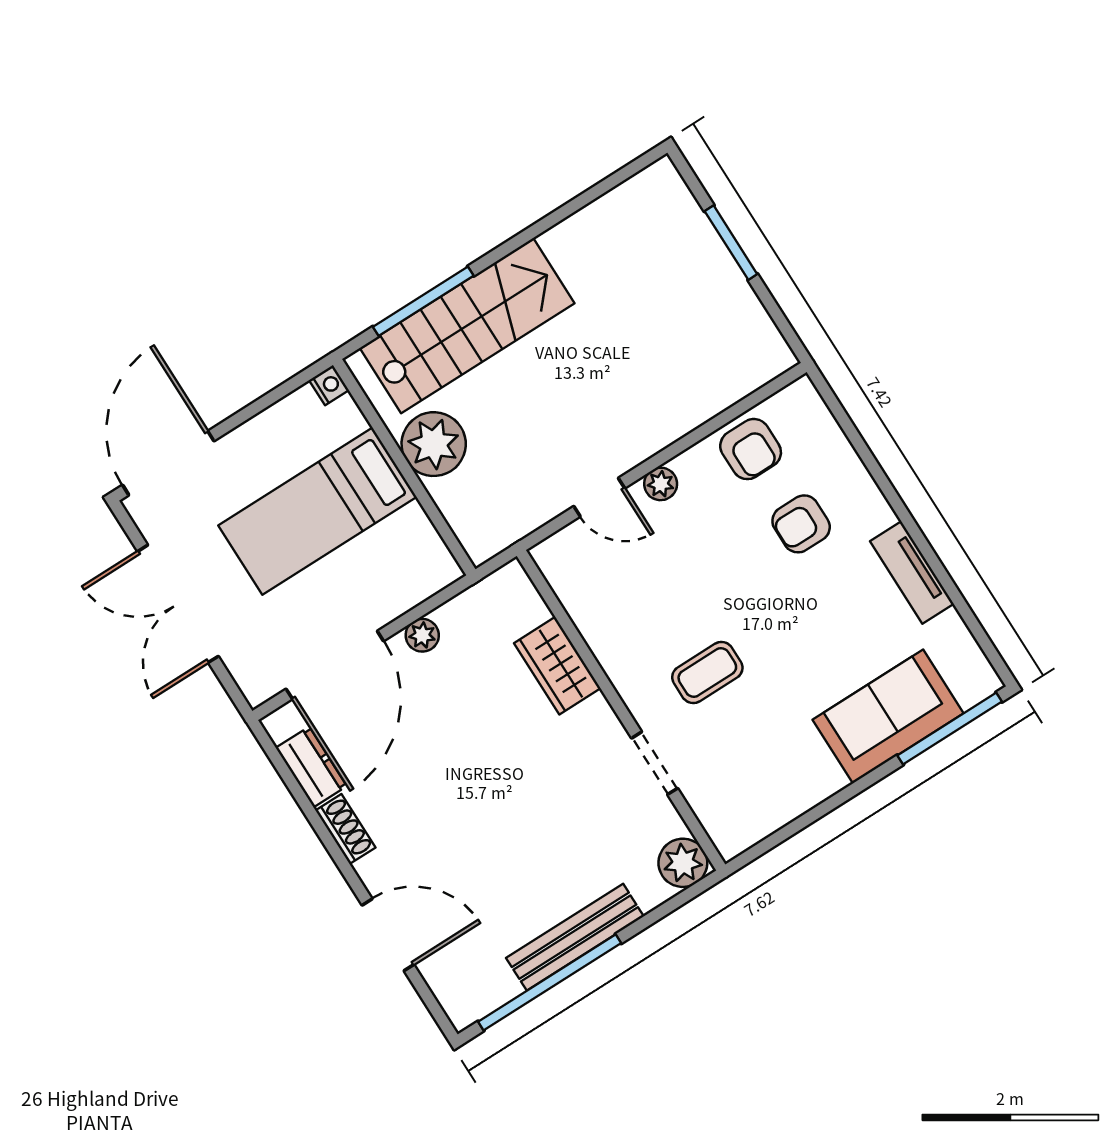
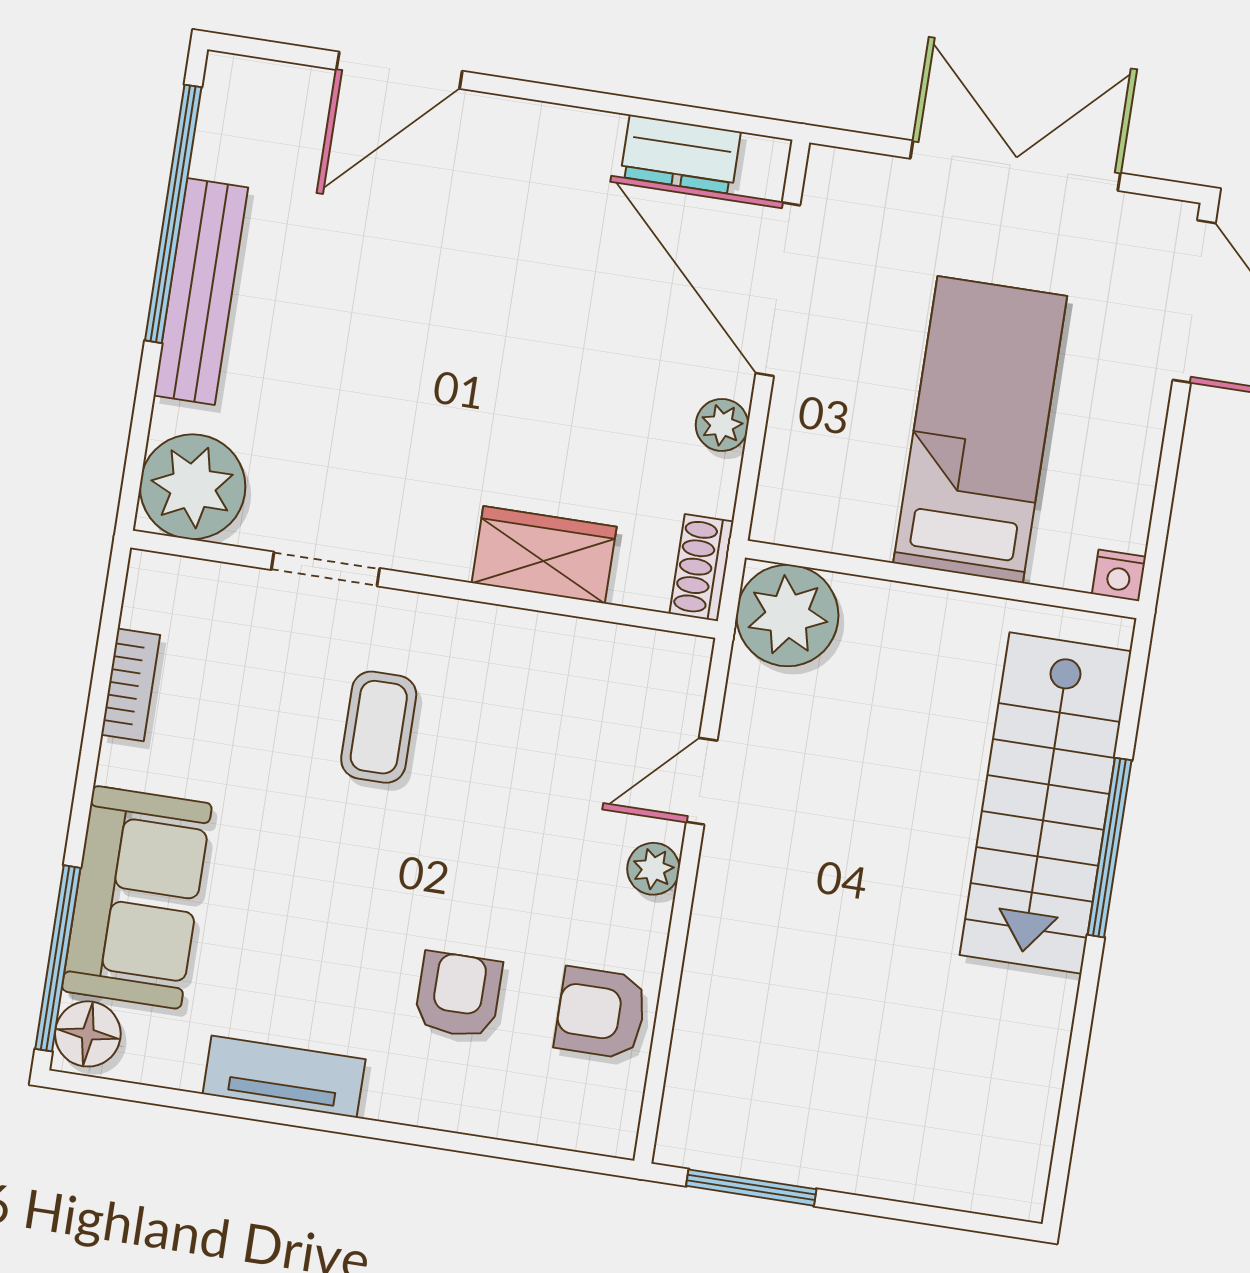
window: (731, 243) -> (751, 1188), moved
window: (423, 301) -> (1110, 848), moved
plant: (434, 444) -> (787, 616), moved
floor lamp: (973, 683) -> (88, 1034), added
bookcase: (790, 807) -> (131, 685), added
shoe rack: (345, 829) -> (701, 568), moved, turned 90
plant: (683, 863) -> (193, 487), width x1.36, depth x1.36

